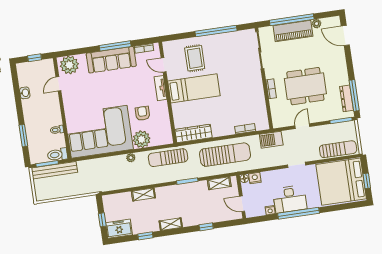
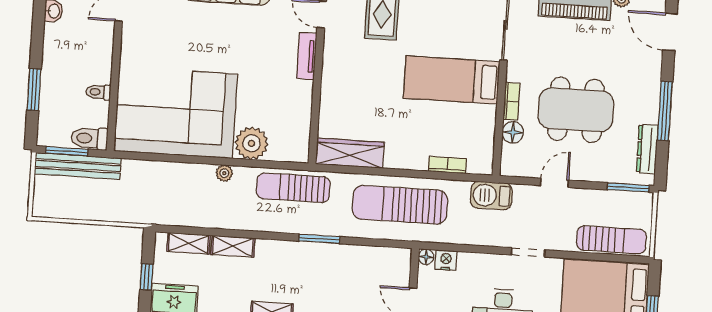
bed: (194, 88) -> (452, 80), moved, turned 180
window: (354, 95) -> (665, 111), moved
floor lamp: (275, 105) -> (513, 132), added
armchair: (143, 113) -> (263, 96), removed
sun lounger: (225, 155) -> (400, 205), turned 180
shelving: (219, 183) -> (189, 243), moved

